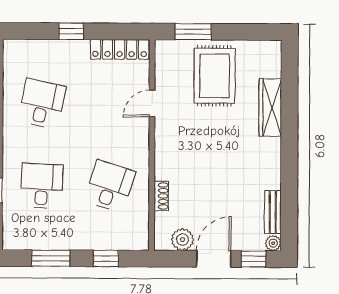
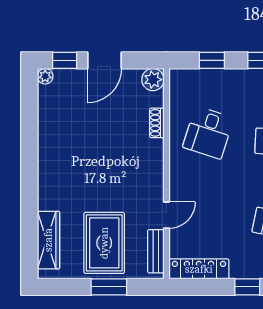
window: (193, 32) -> (109, 287), moved
wardrobe: (270, 107) -> (48, 240), moved
bench: (273, 212) -> (156, 251), moved
plant: (182, 240) -> (153, 80), moved

